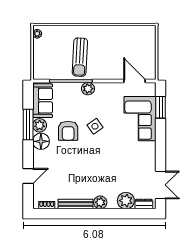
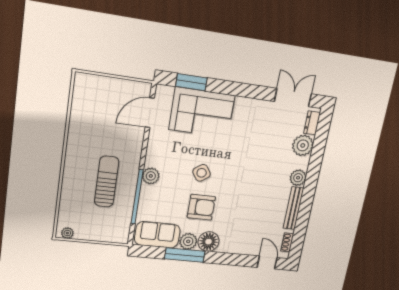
sun lounger: (80, 57) -> (107, 182), turned -93
door: (28, 176) -> (267, 262), moved

